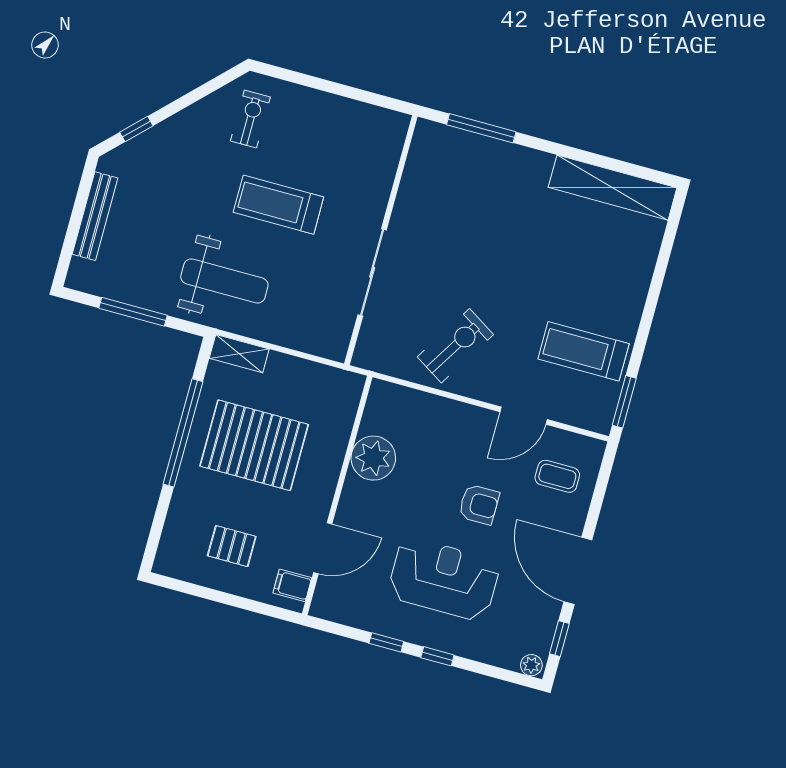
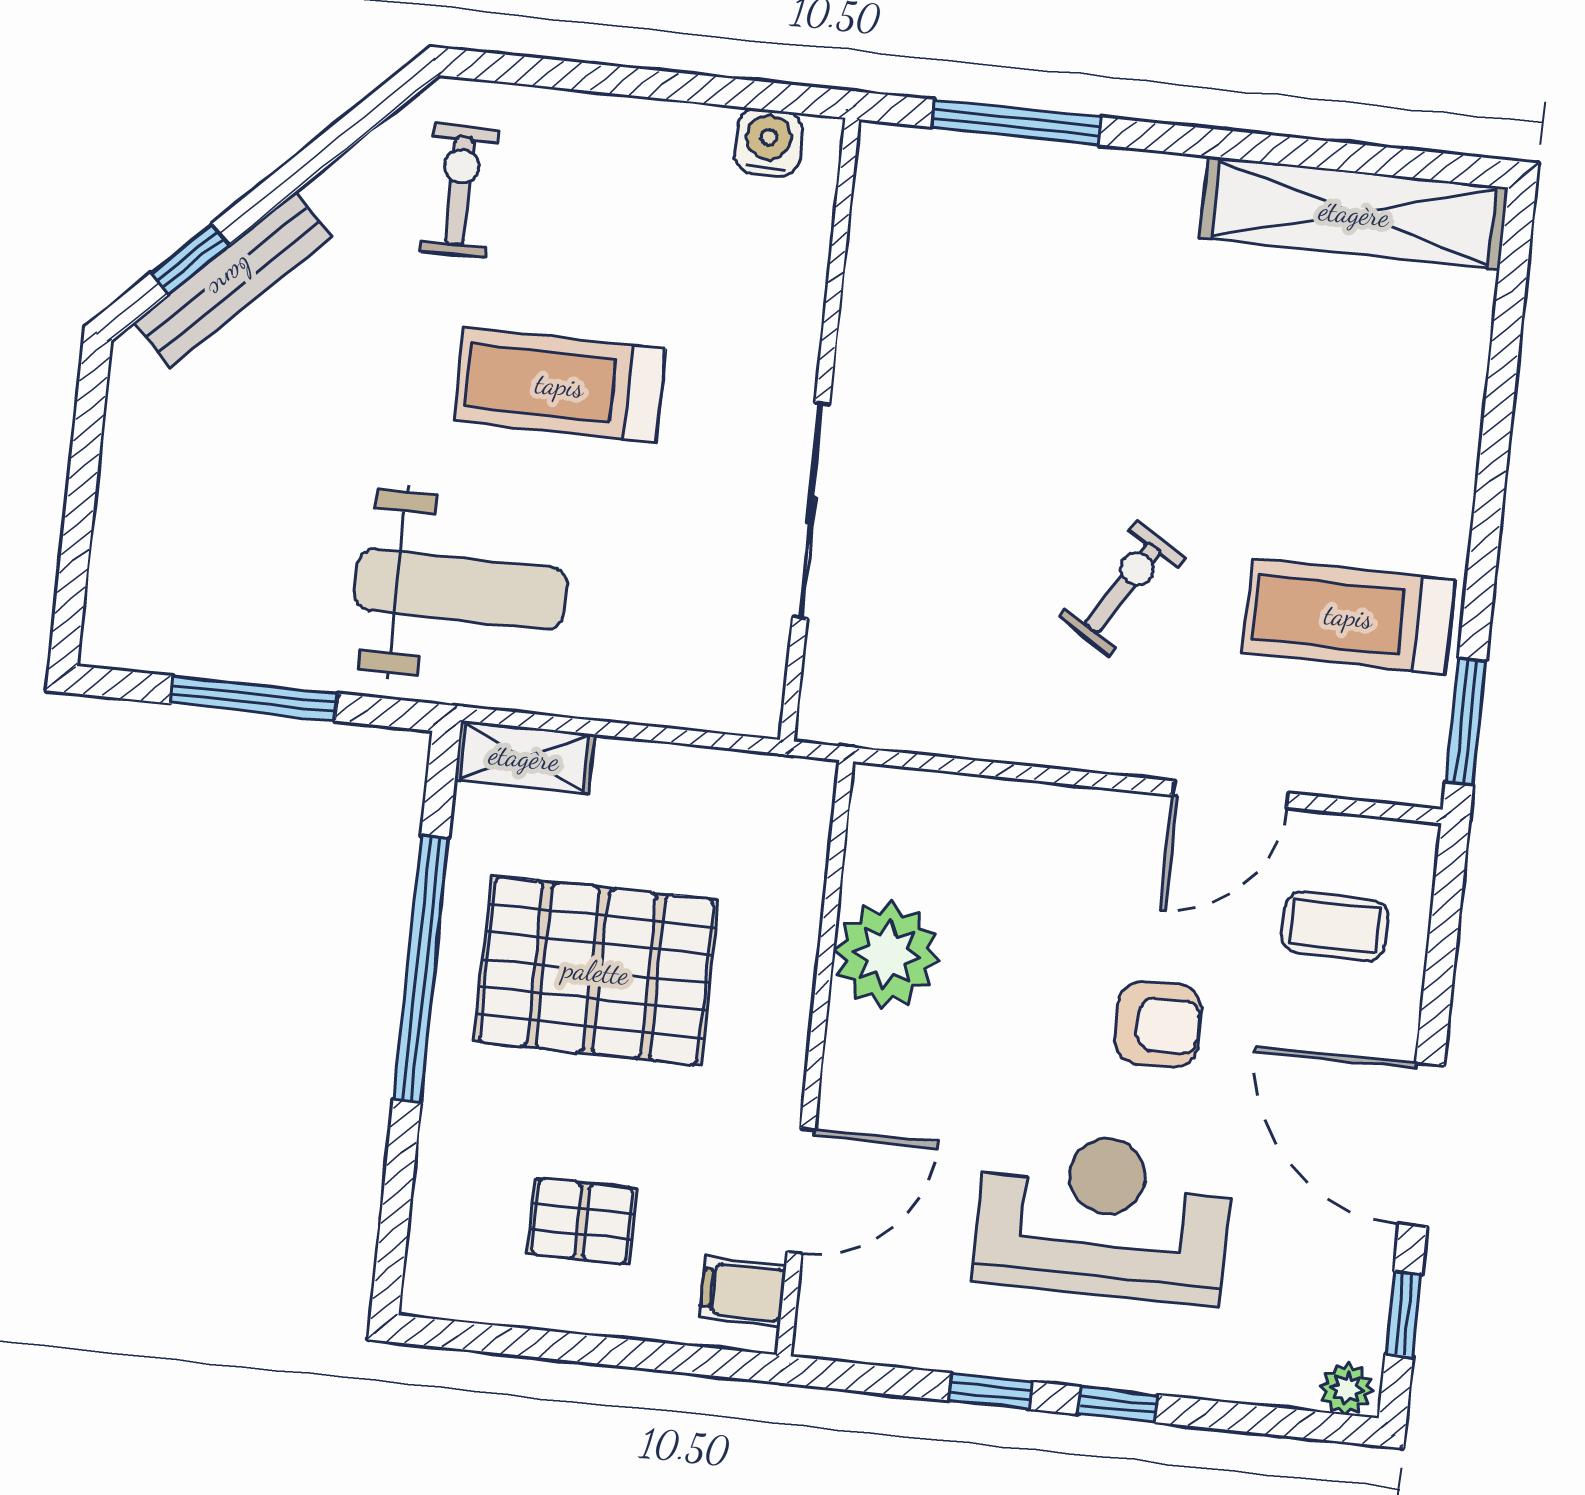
water cooler: (379, 120) -> (768, 143), added
bench: (95, 216) -> (232, 280), moved, turned 45
exercise bike: (455, 346) -> (1123, 588), moved, width x0.73, depth x0.72

